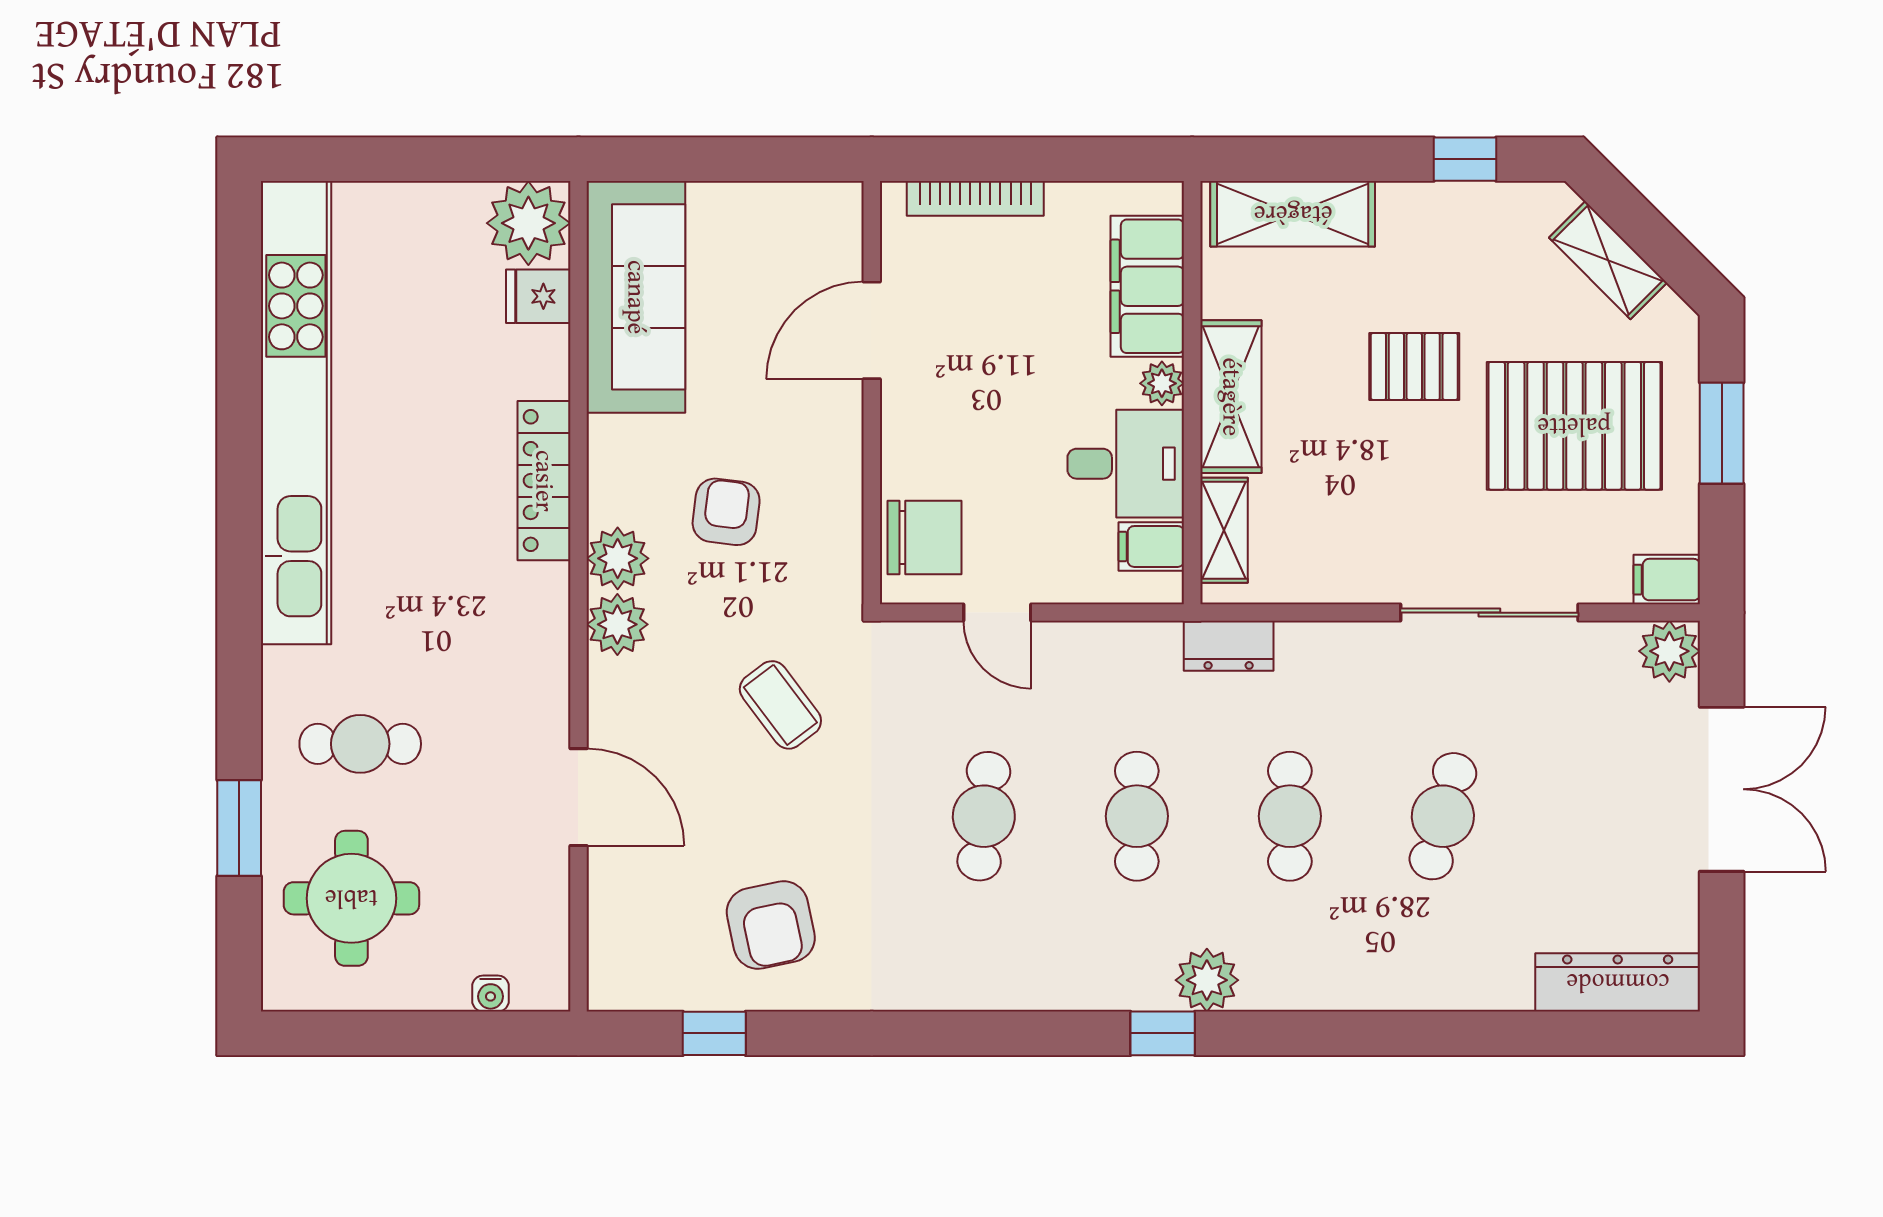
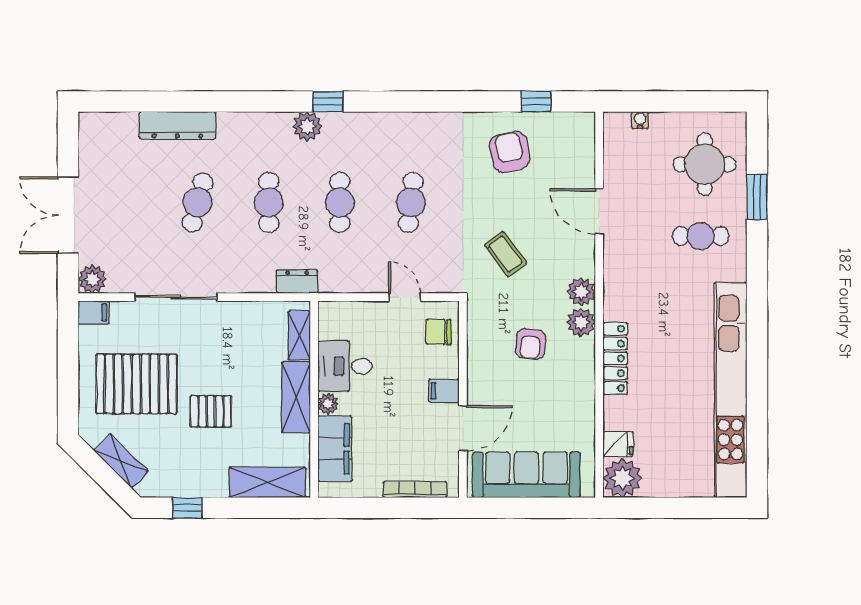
sofa: (636, 297) -> (526, 475), moved, turned 90
window: (1722, 433) -> (68, 380), removed
chair: (924, 538) -> (438, 332), width x0.73, depth x0.73
filing cabinet: (1151, 546) -> (444, 391), moved, turned 180
dresser: (1618, 982) -> (177, 125), moved

